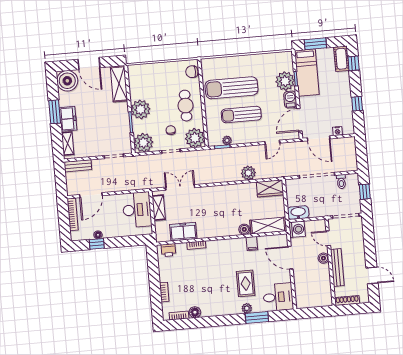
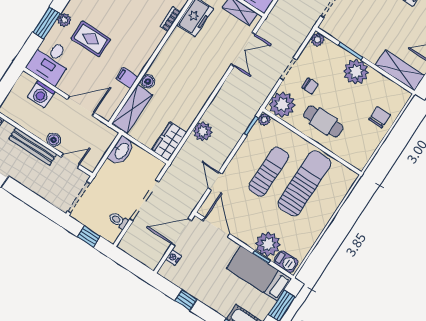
chair: (192, 72) -> (380, 117), moved
barbecue: (290, 100) -> (286, 262), moved
plant: (227, 140) -> (264, 120), moved
plant: (143, 143) -> (318, 39), width x0.53, depth x0.53
washing machine: (297, 229) -> (41, 94), moved

